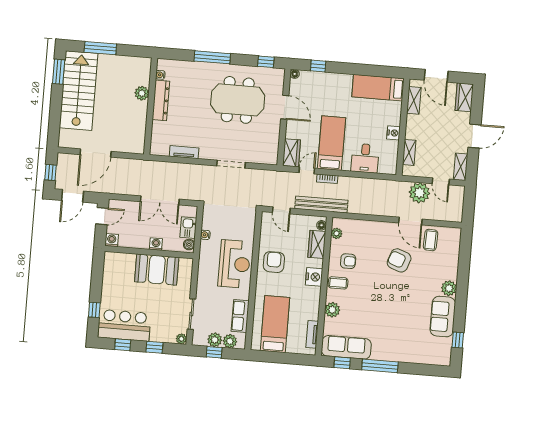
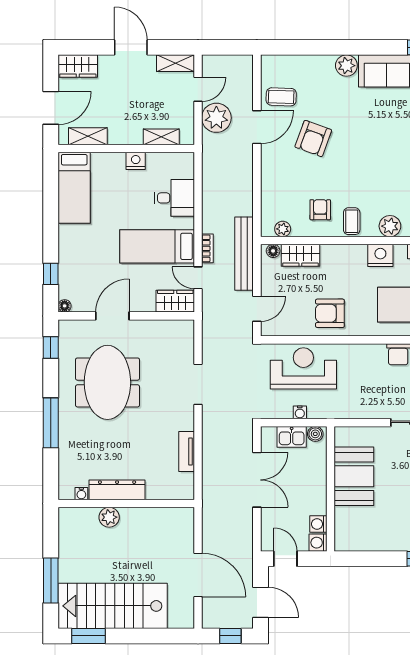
washing machine: (156, 244) -> (318, 524), moved
reception desk: (234, 264) -> (303, 368), moved
nightstand: (314, 277) -> (380, 255), moved

